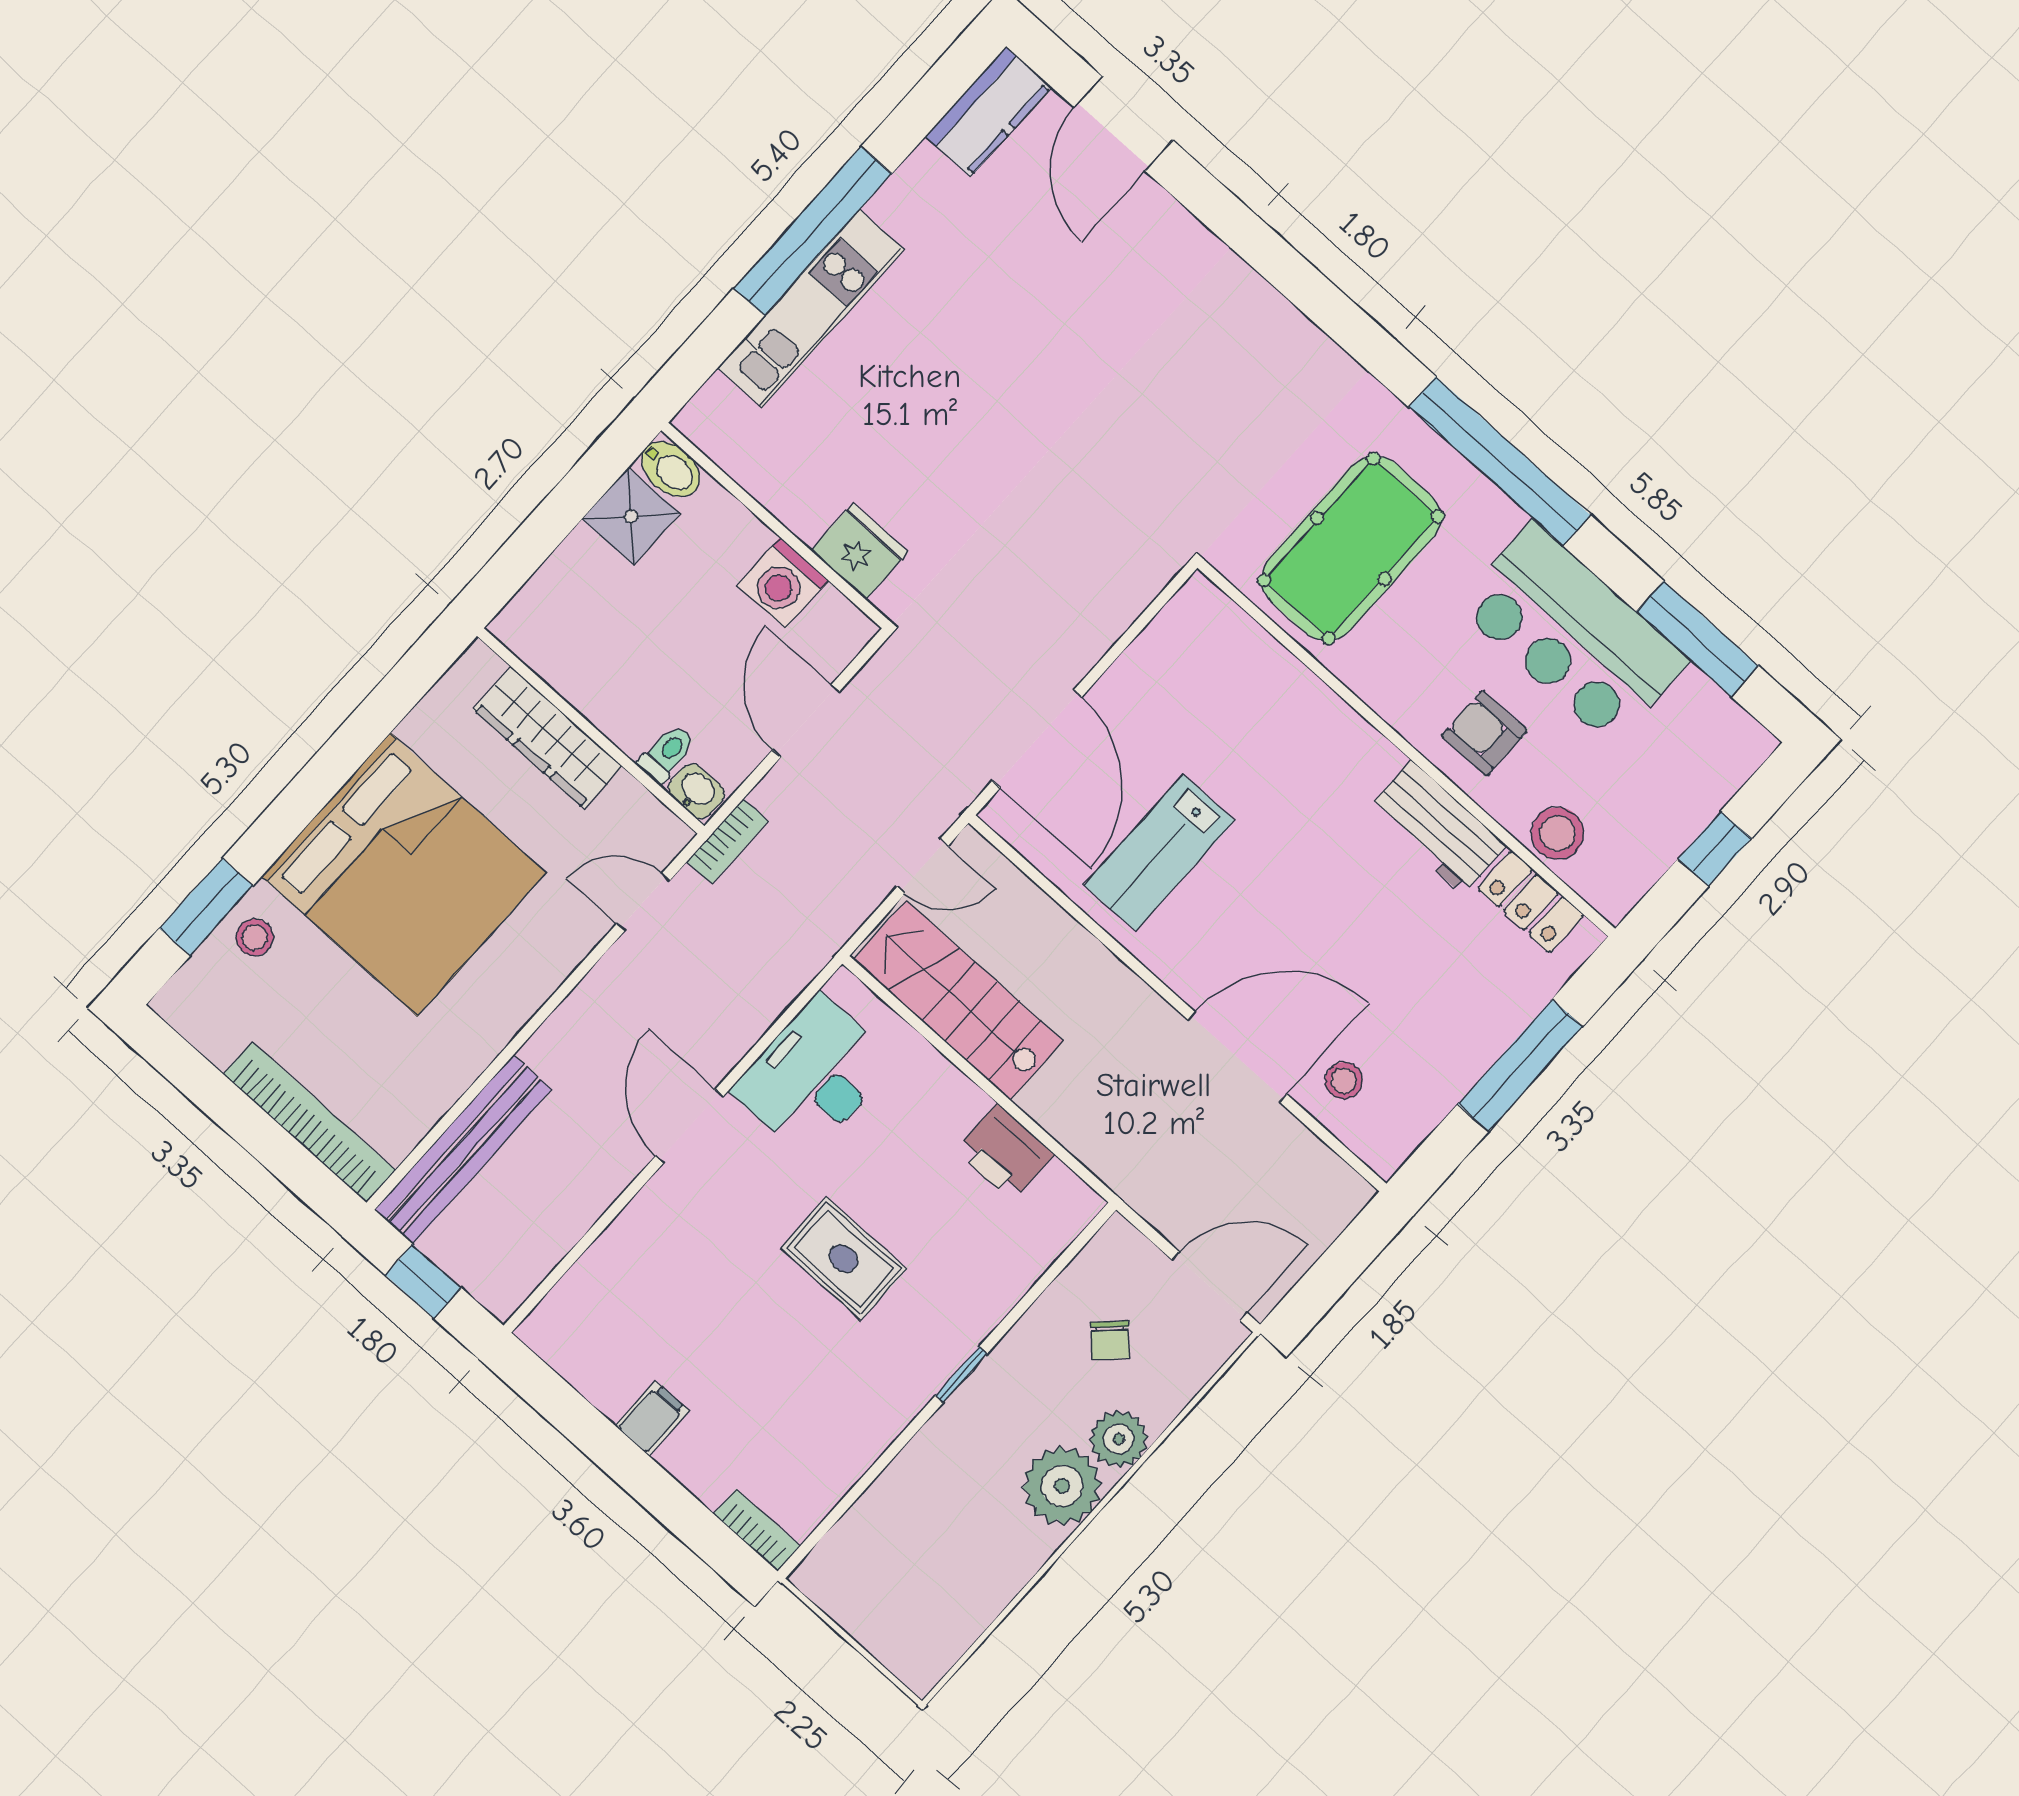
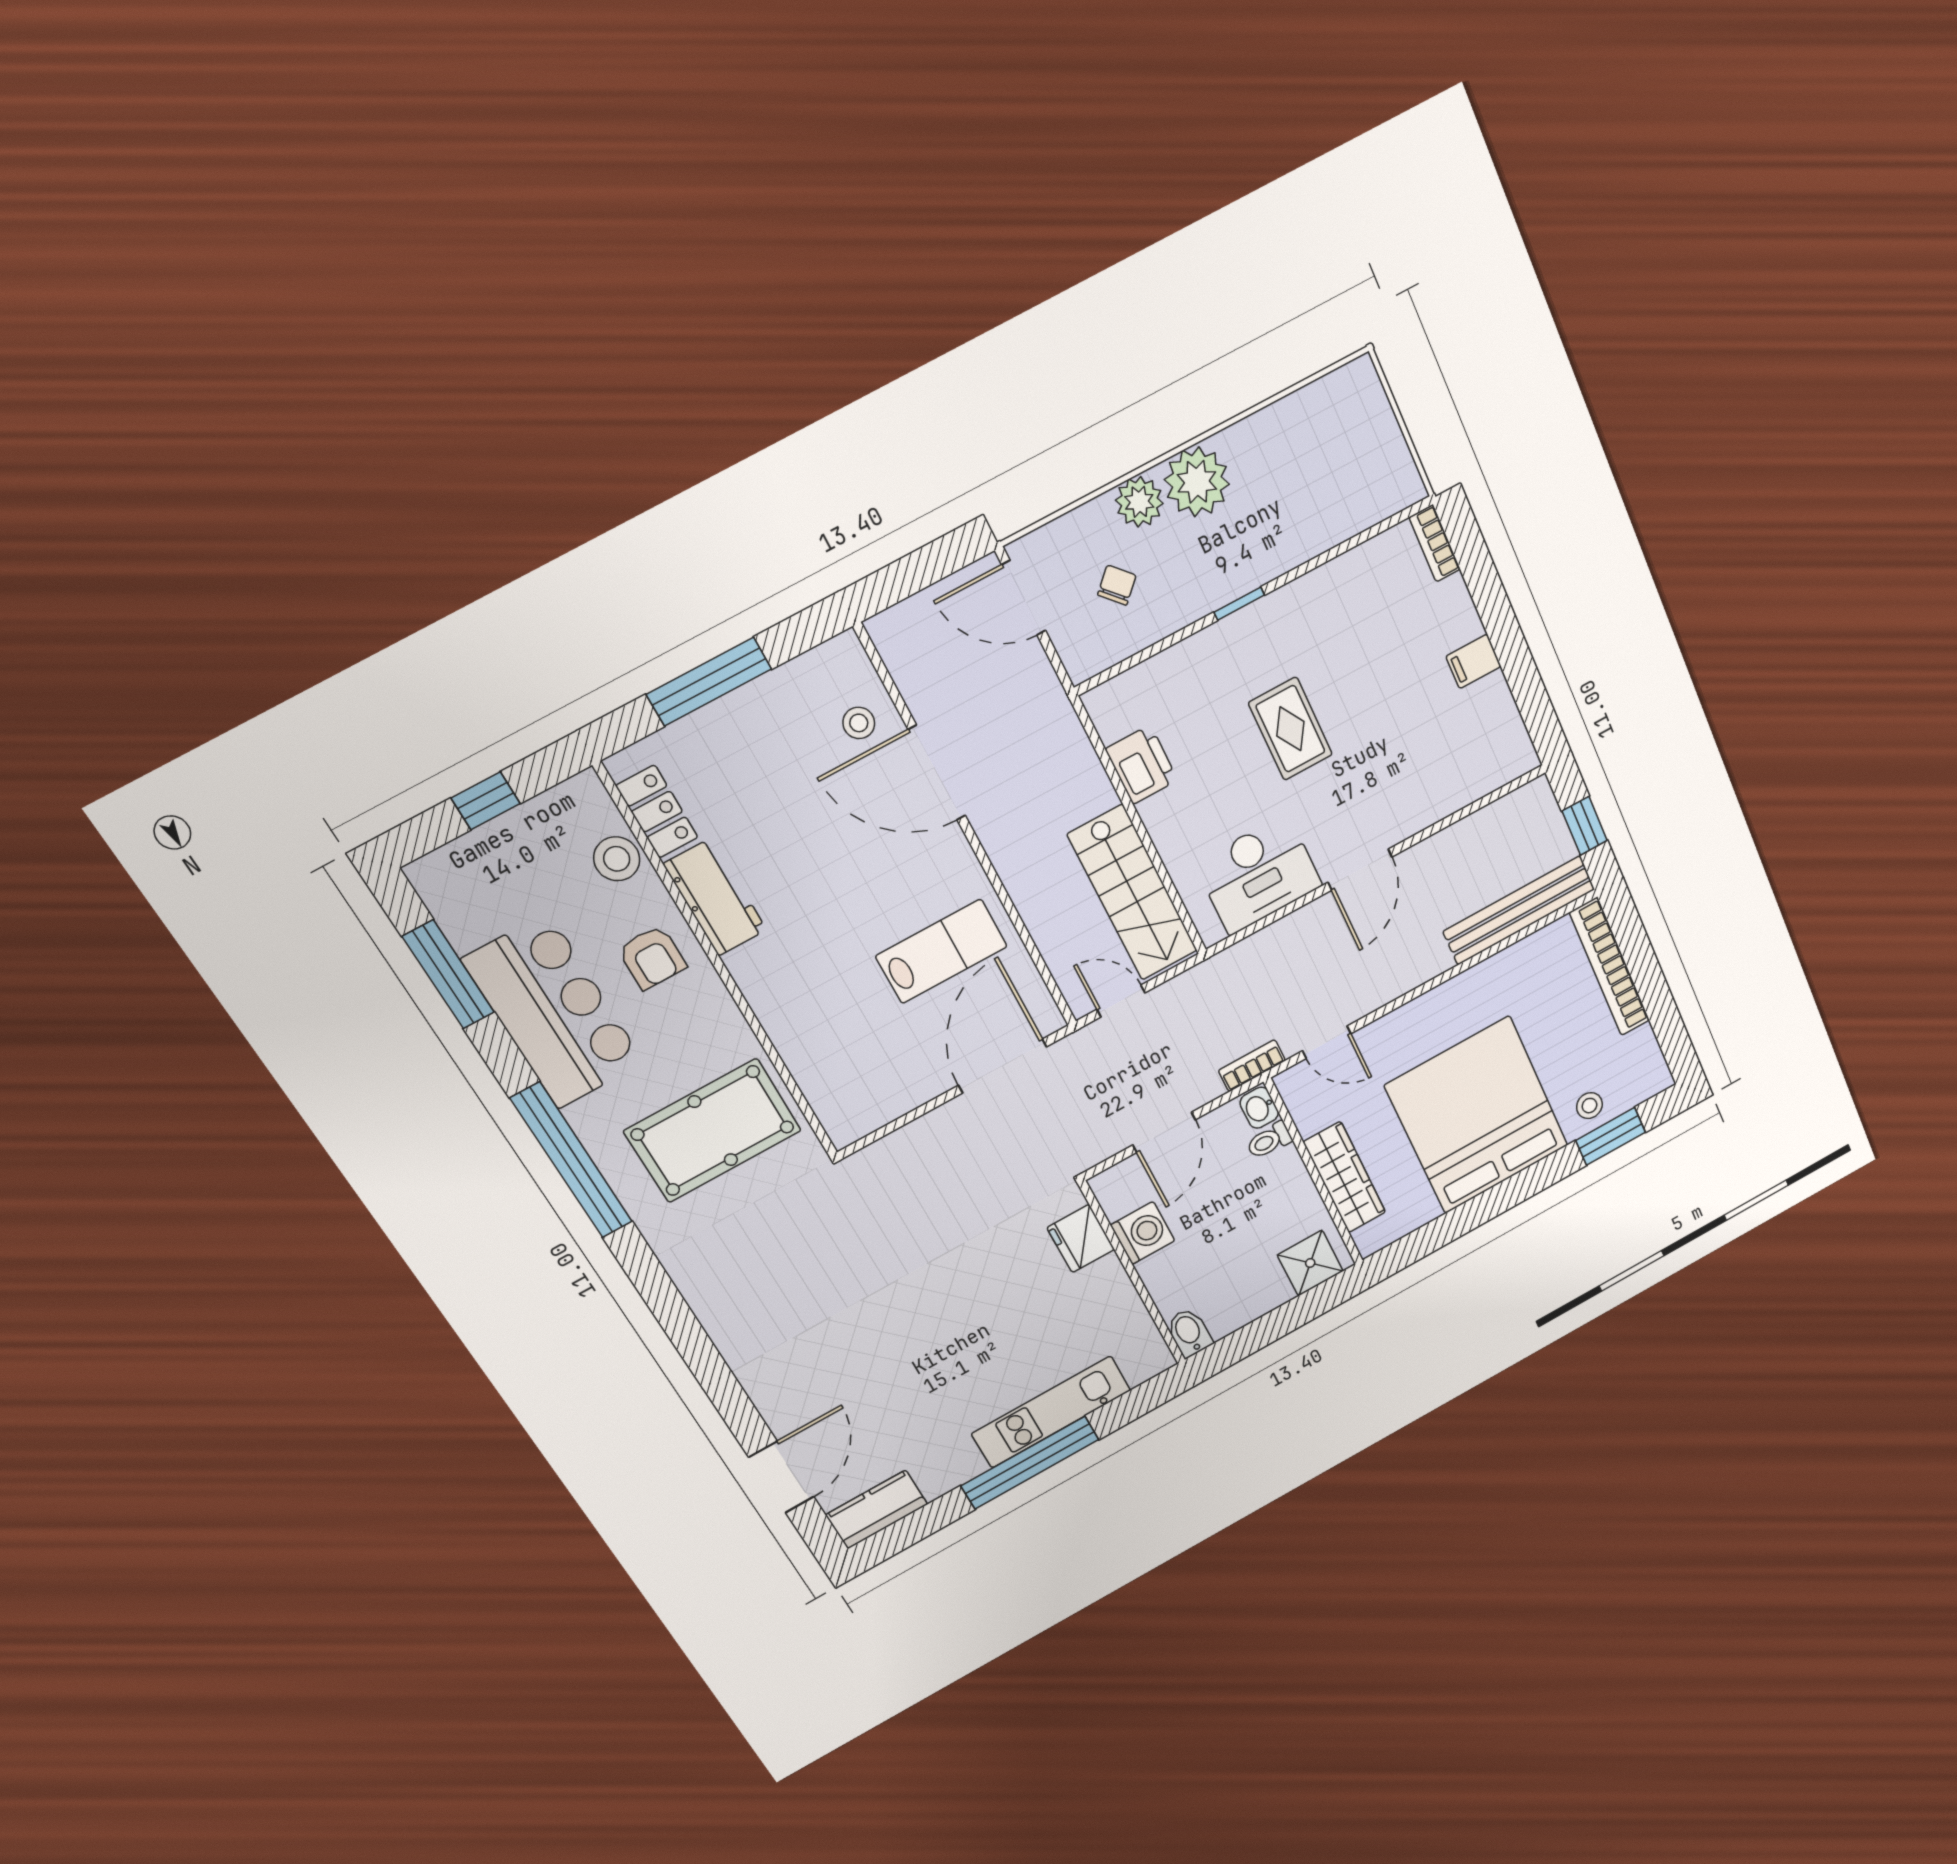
shower: (631, 516) -> (1310, 1263), moved

